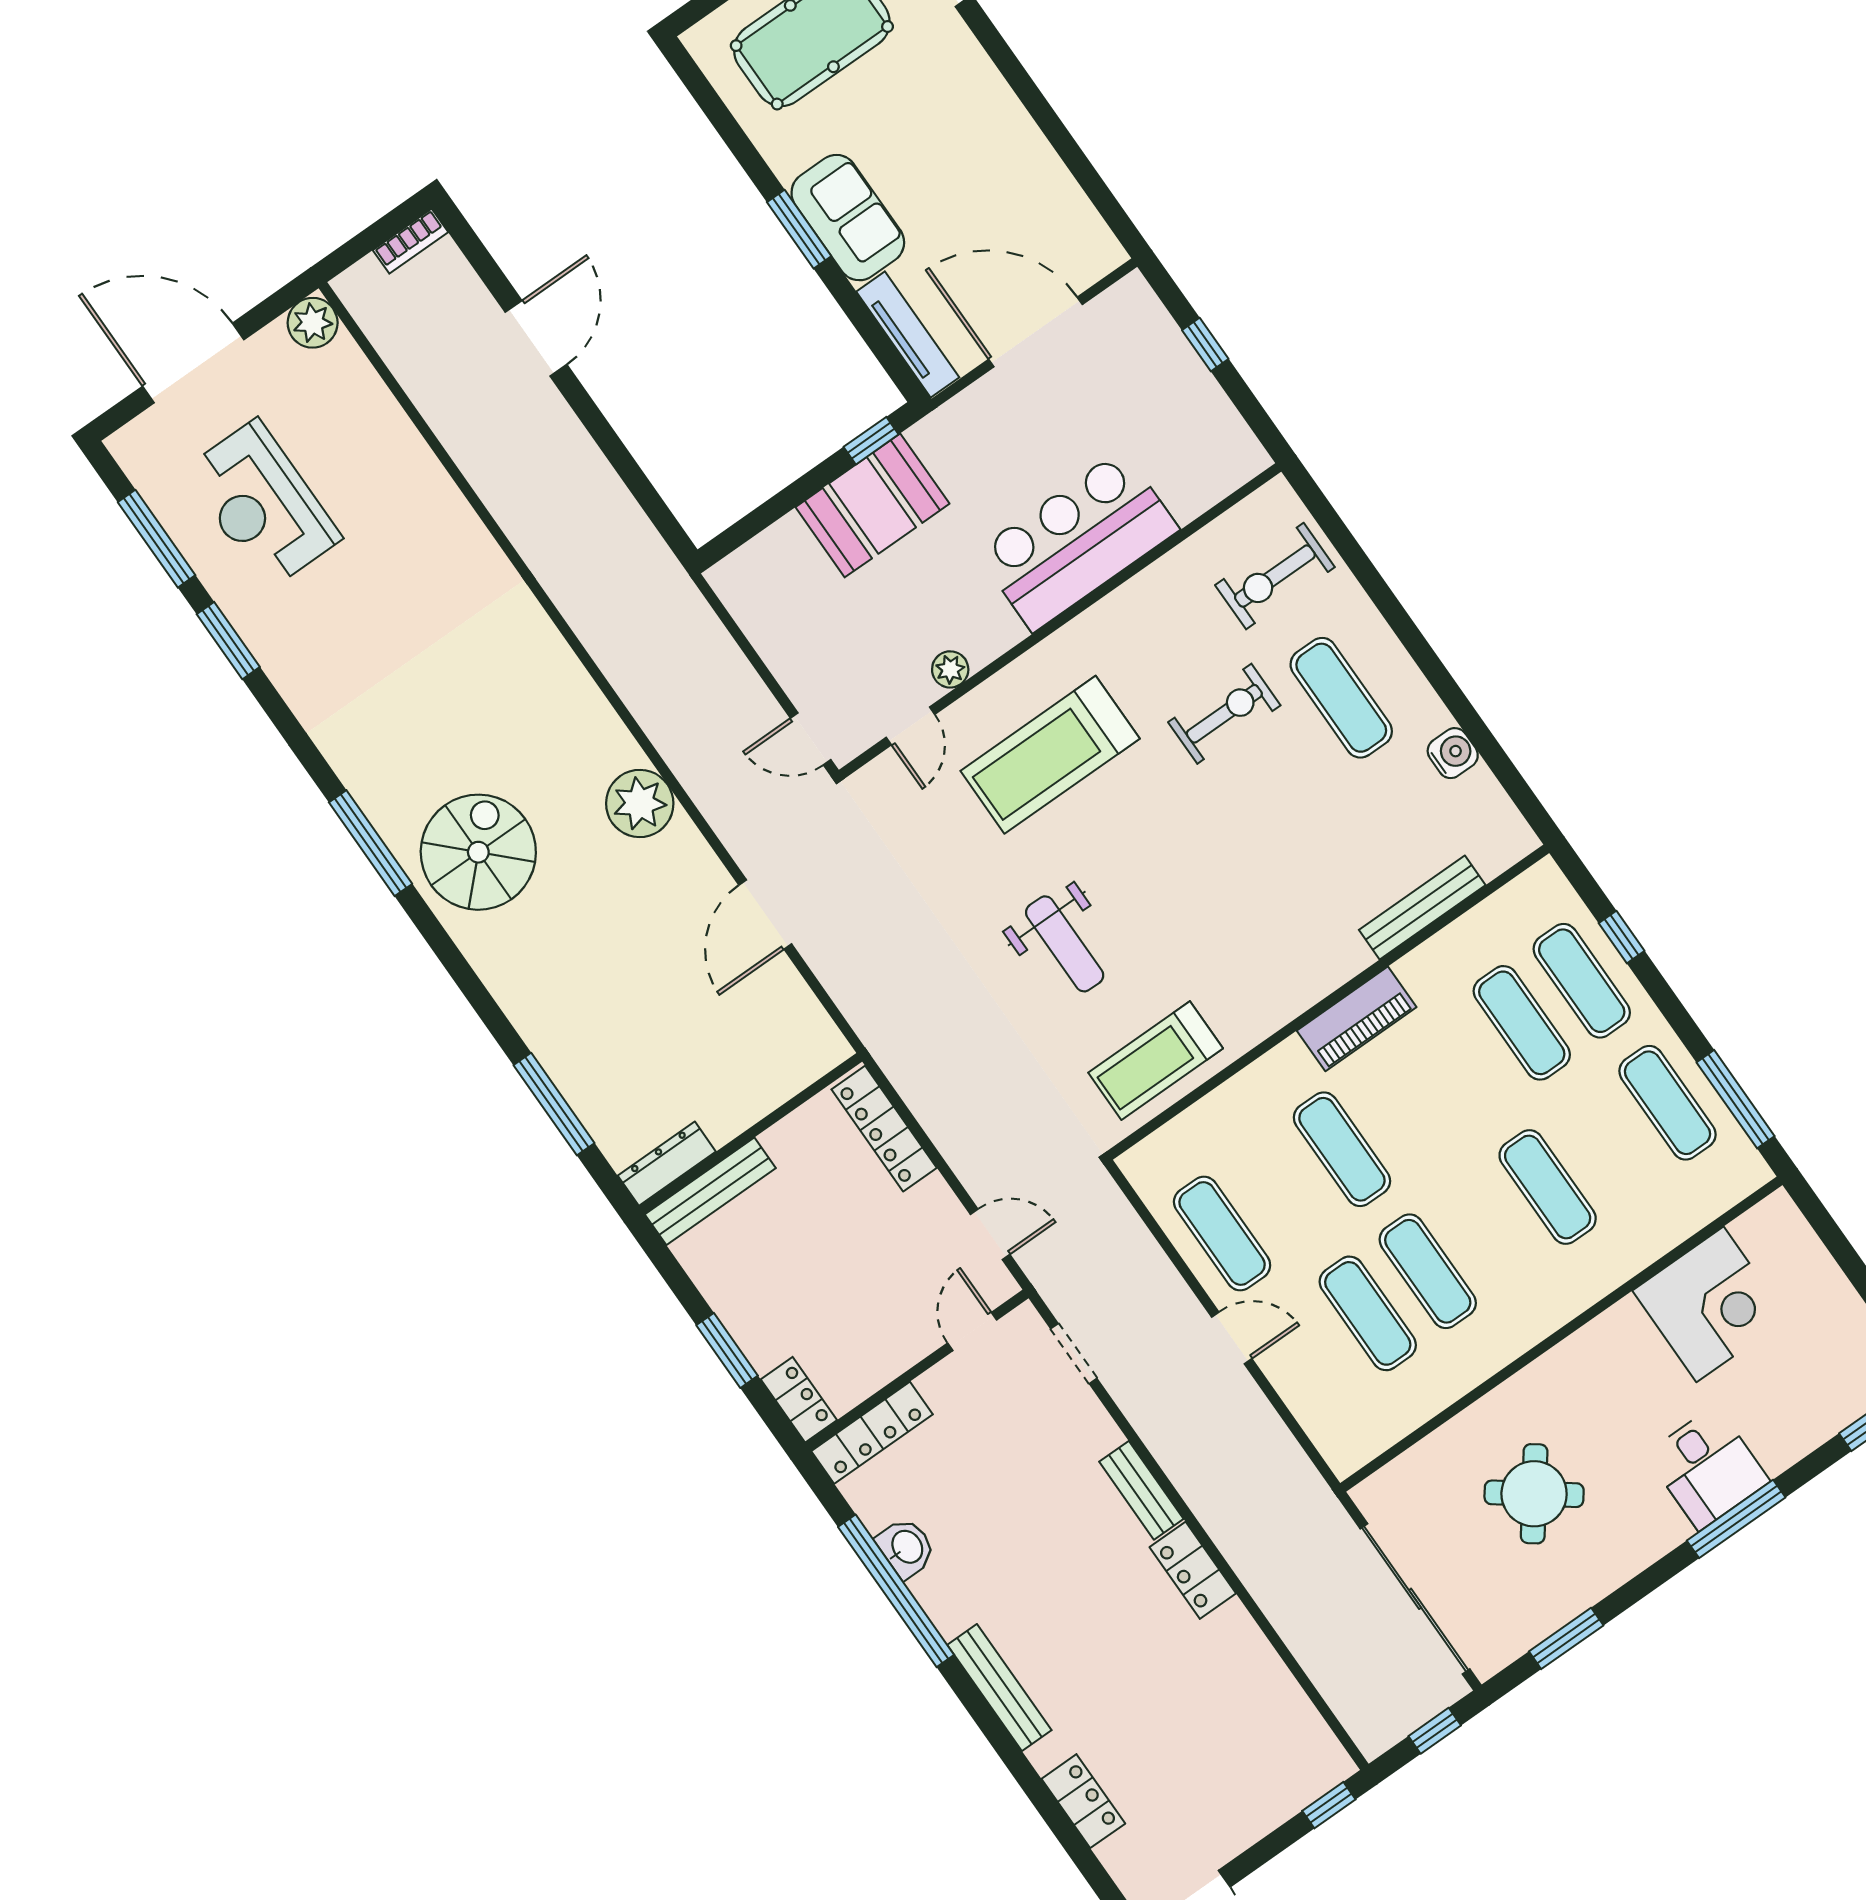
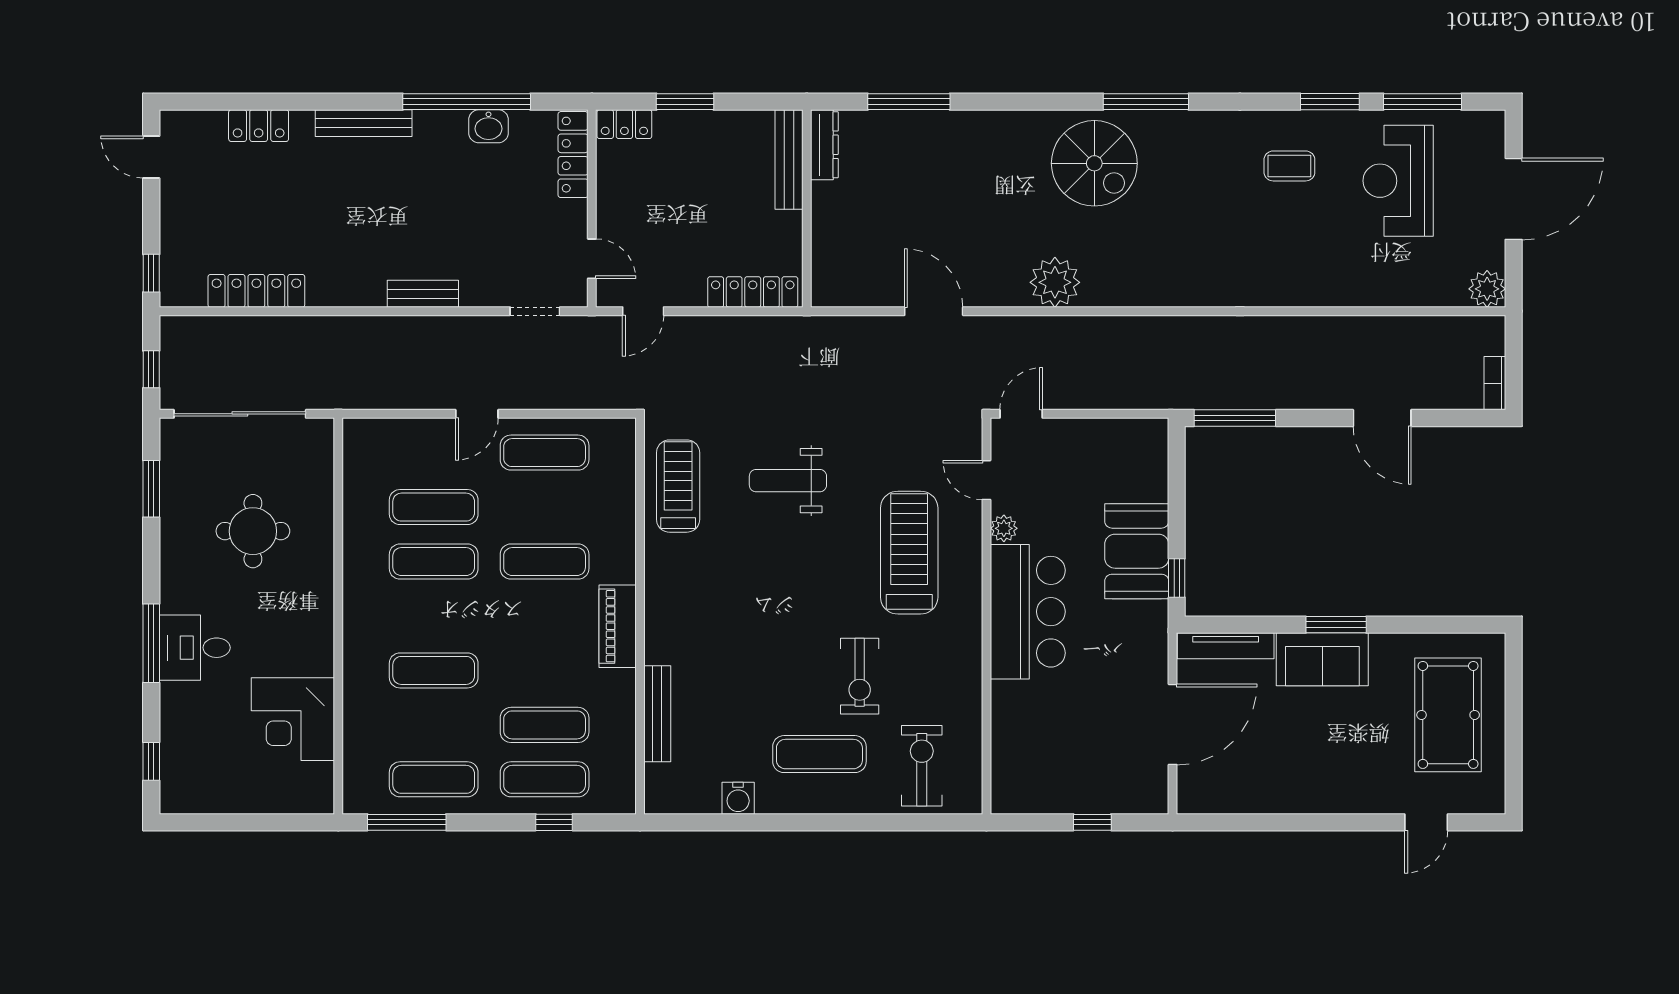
window: (650, 500) -> (1235, 418), added
reception desk: (262, 504) -> (1398, 181), turned -90
bar counter: (1078, 541) -> (1028, 612), moved
coffee table: (330, 635) -> (1289, 166), added
round table: (1534, 1494) -> (253, 531), turned -37
locker: (1193, 1570) -> (256, 291), moved, width x1.53

